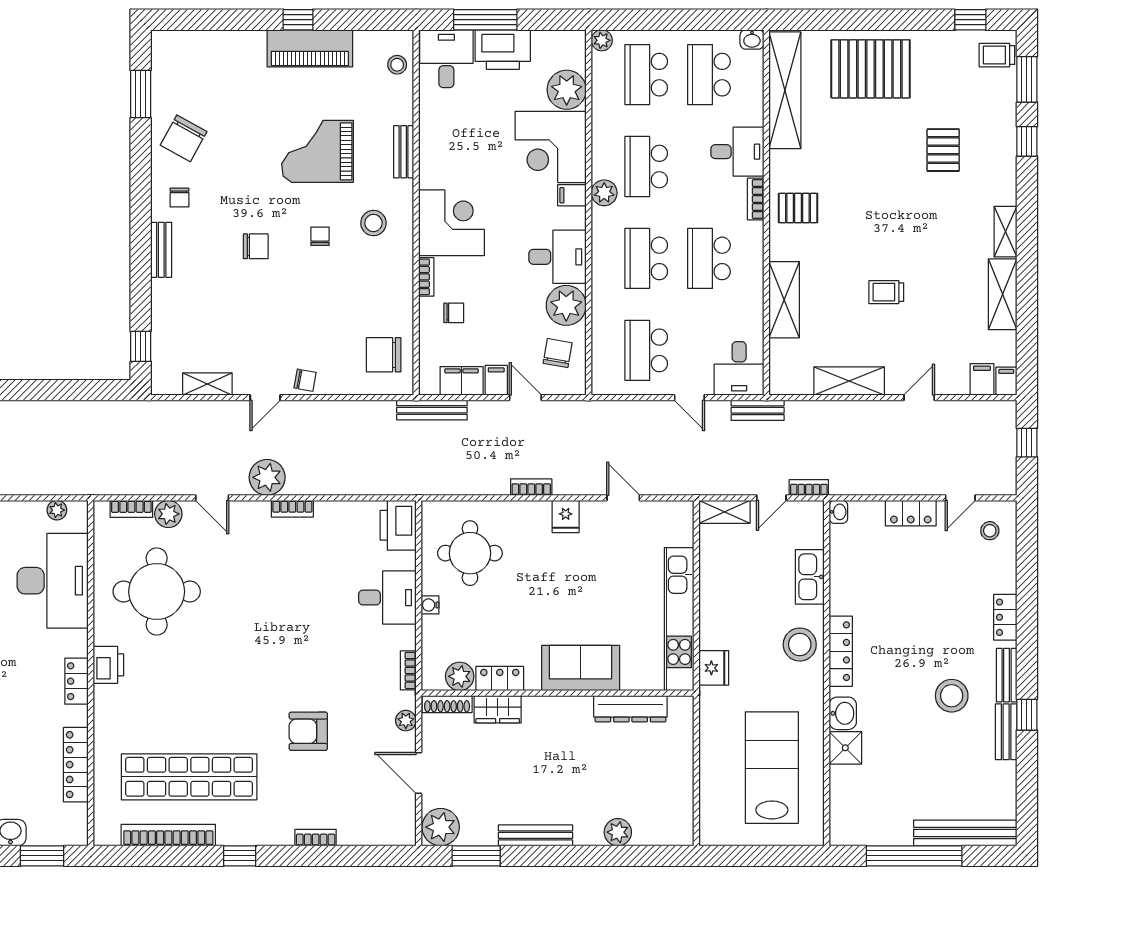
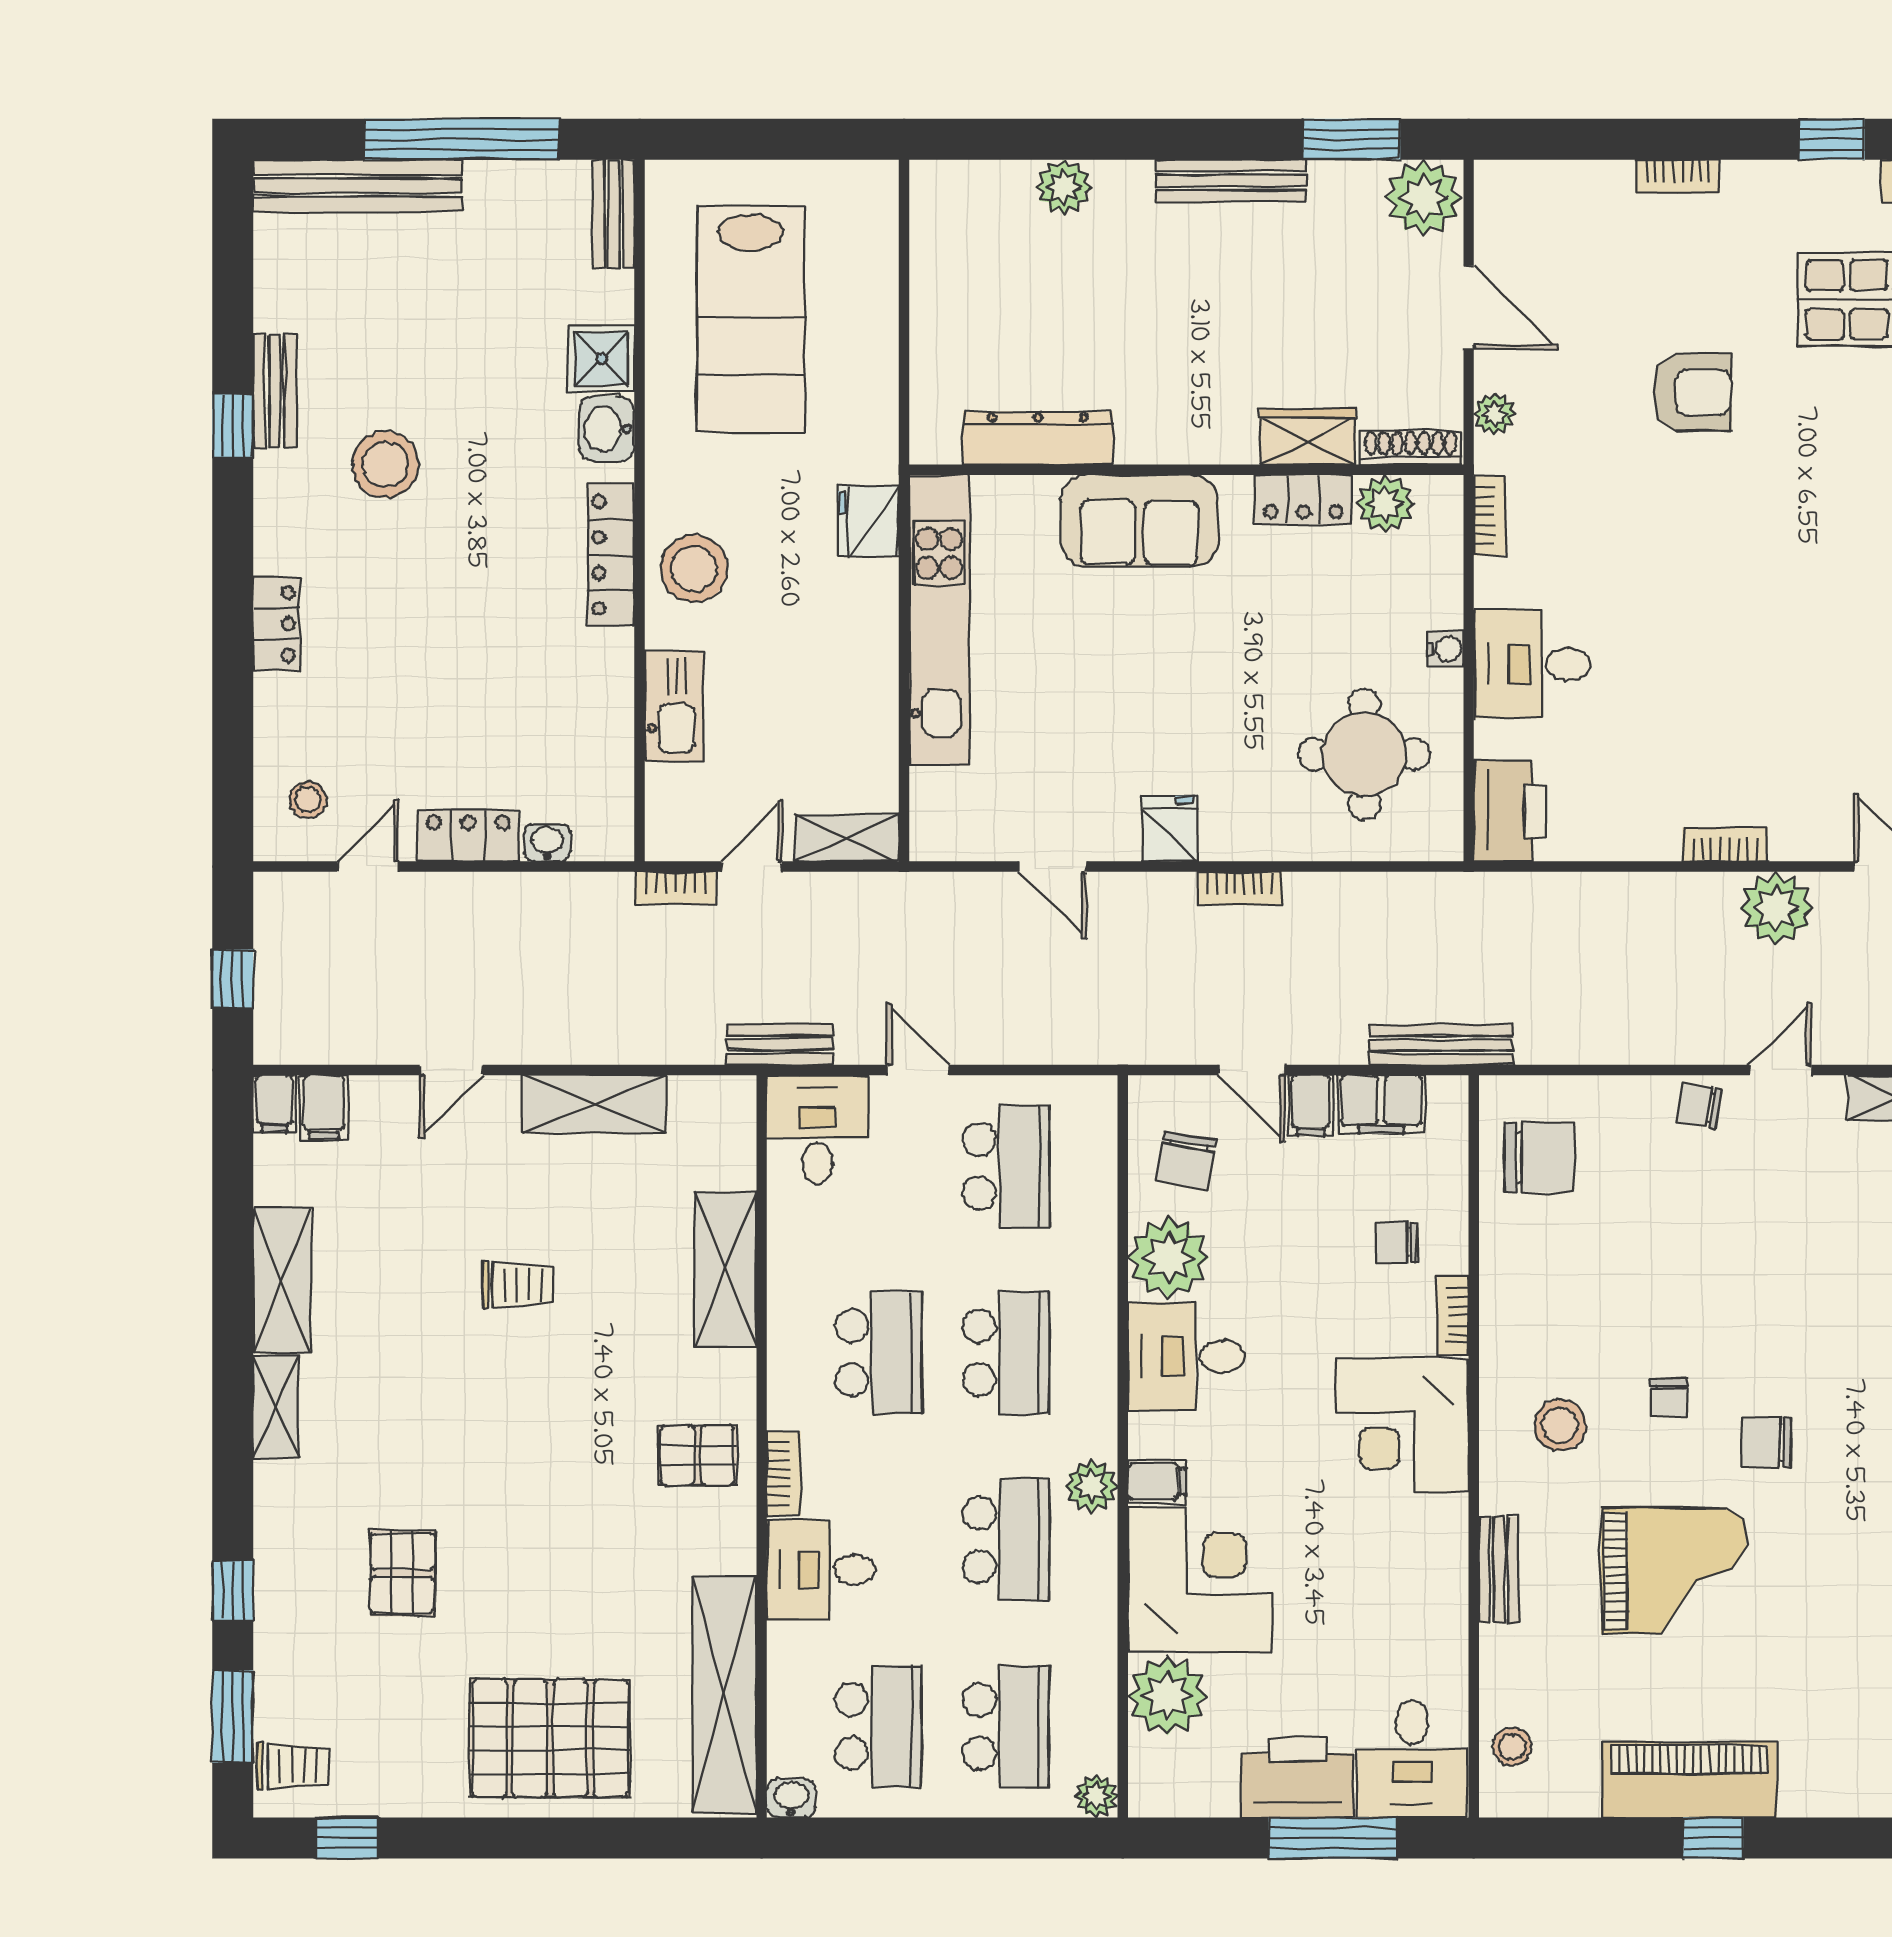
chair: (256, 246) -> (1766, 1442), moved
washbasin: (838, 512) -> (547, 843), moved, turned 90
bench: (1007, 675) -> (614, 214), moved

